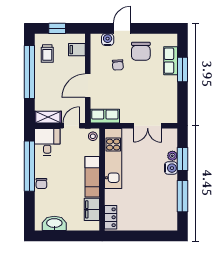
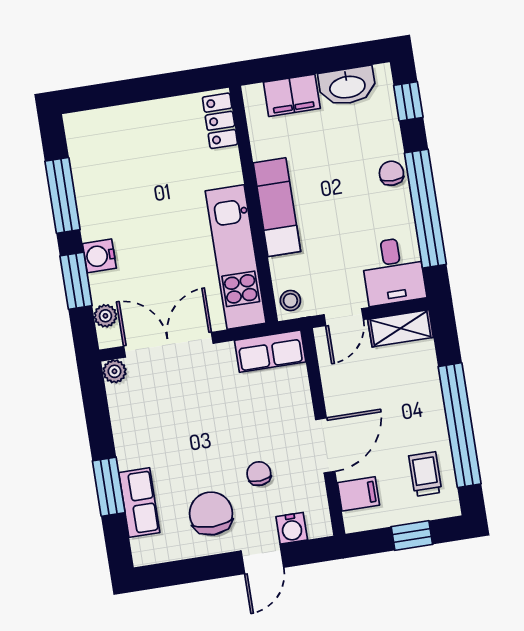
door: (88, 86) -> (325, 445), moved
plant: (172, 118) -> (114, 371), added
double door: (148, 126) -> (168, 345), width x1.37
plant: (172, 156) -> (105, 316), moved
filing cabinet: (92, 209) -> (292, 95), moved, turned 90
window: (29, 213) -> (408, 101), added

